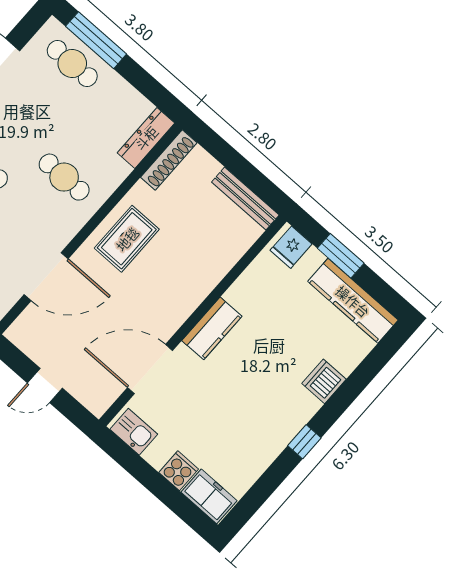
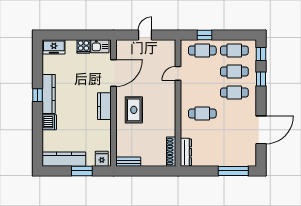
cafe table: (72, 63) -> (234, 156), removed
bench: (245, 199) -> (128, 162), width x0.73
rug: (127, 239) -> (134, 110), moved
door: (46, 277) -> (178, 73), width x0.53
kitchen counter: (285, 428) -> (49, 94), added
cooker: (179, 471) -> (83, 46), moved

